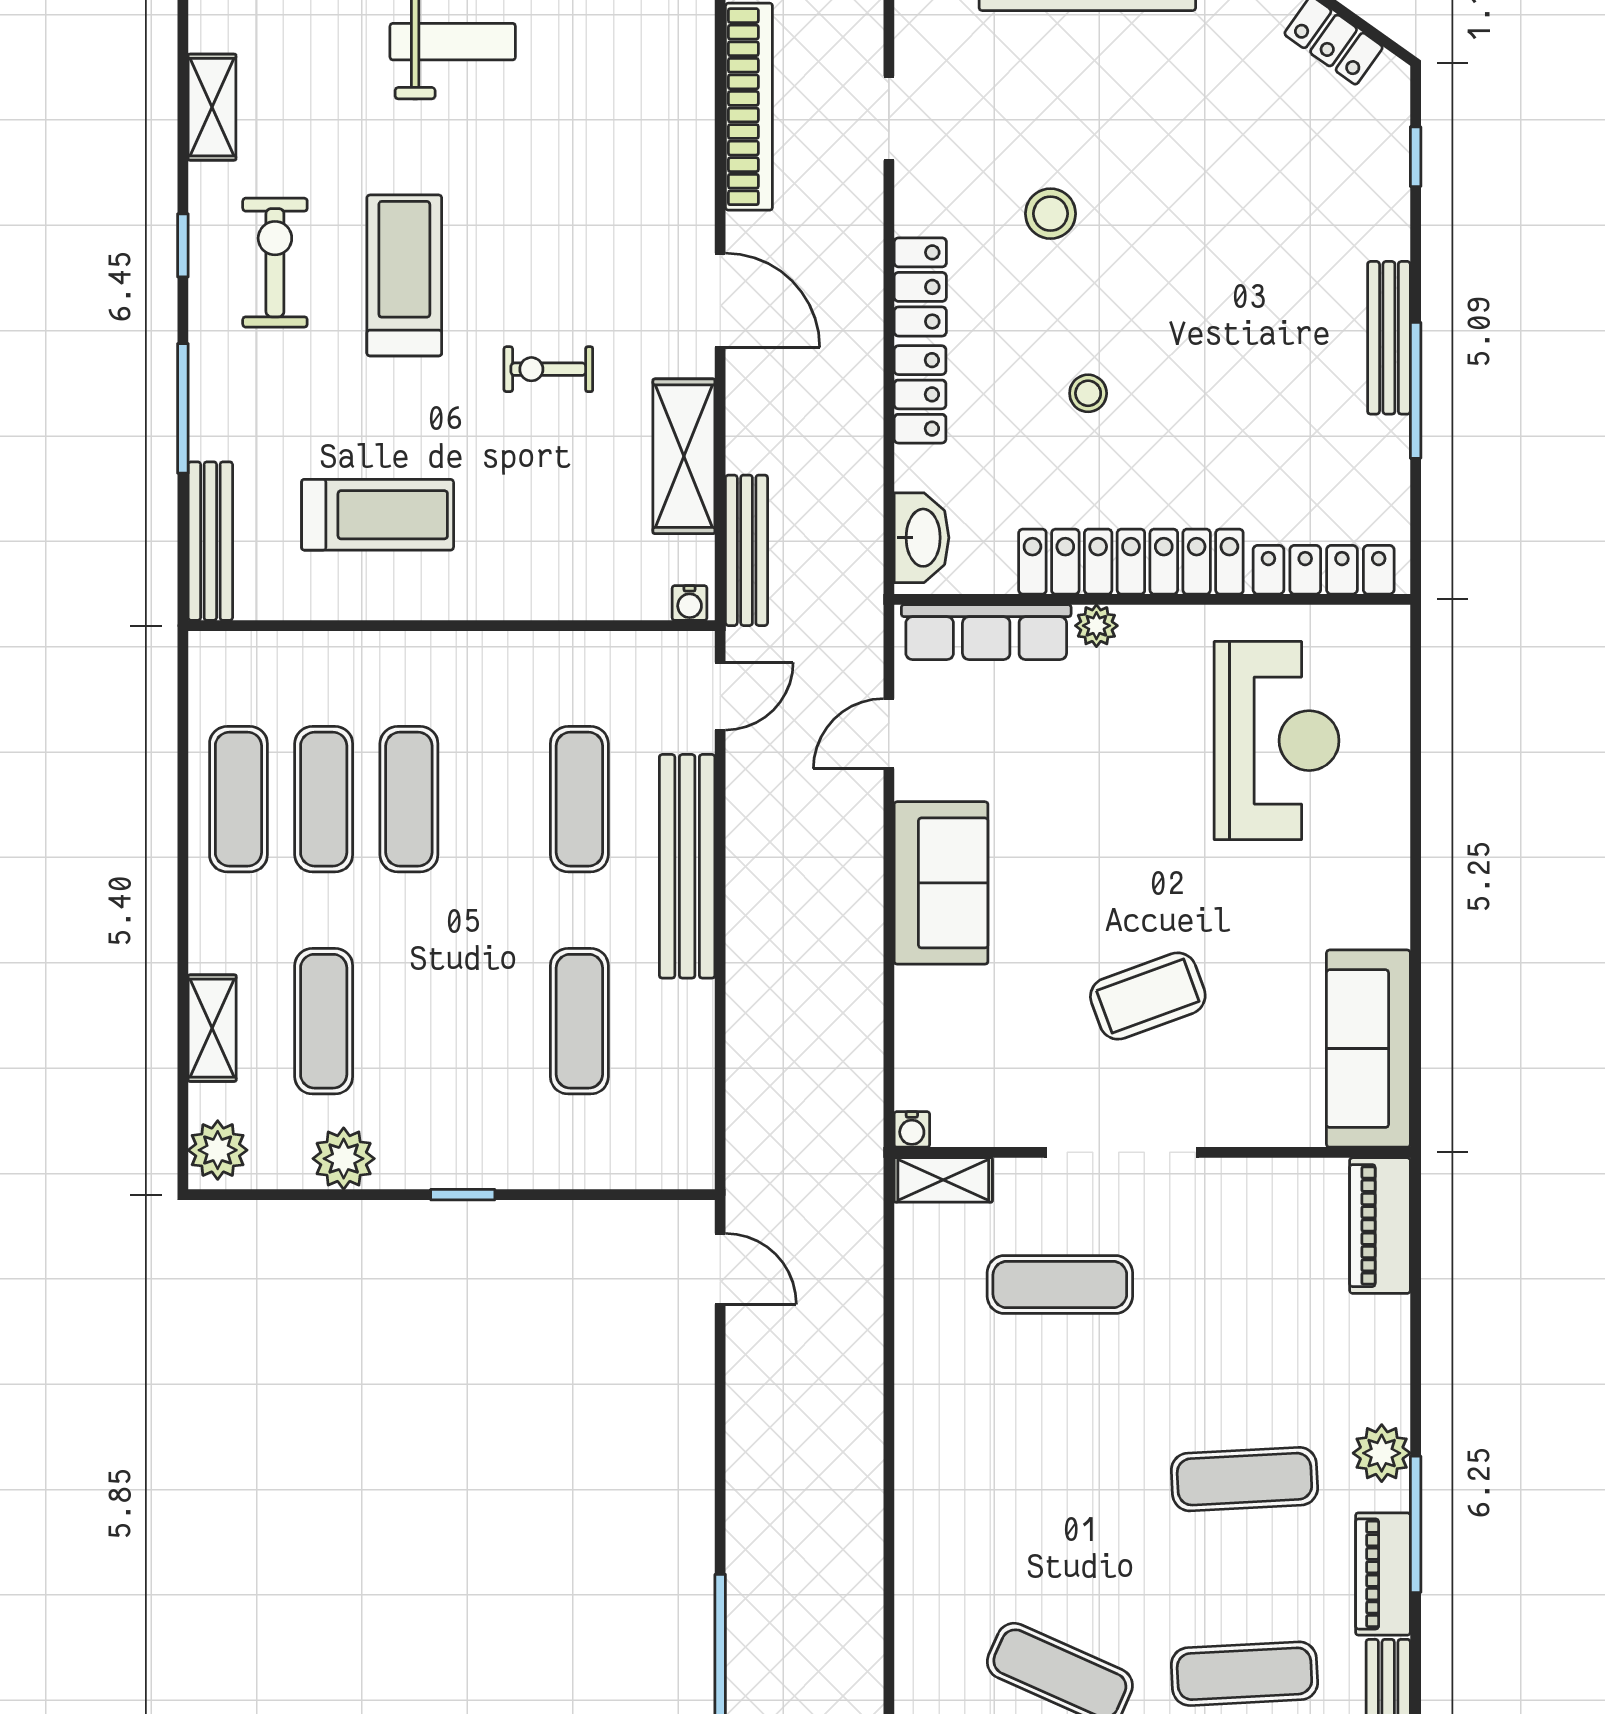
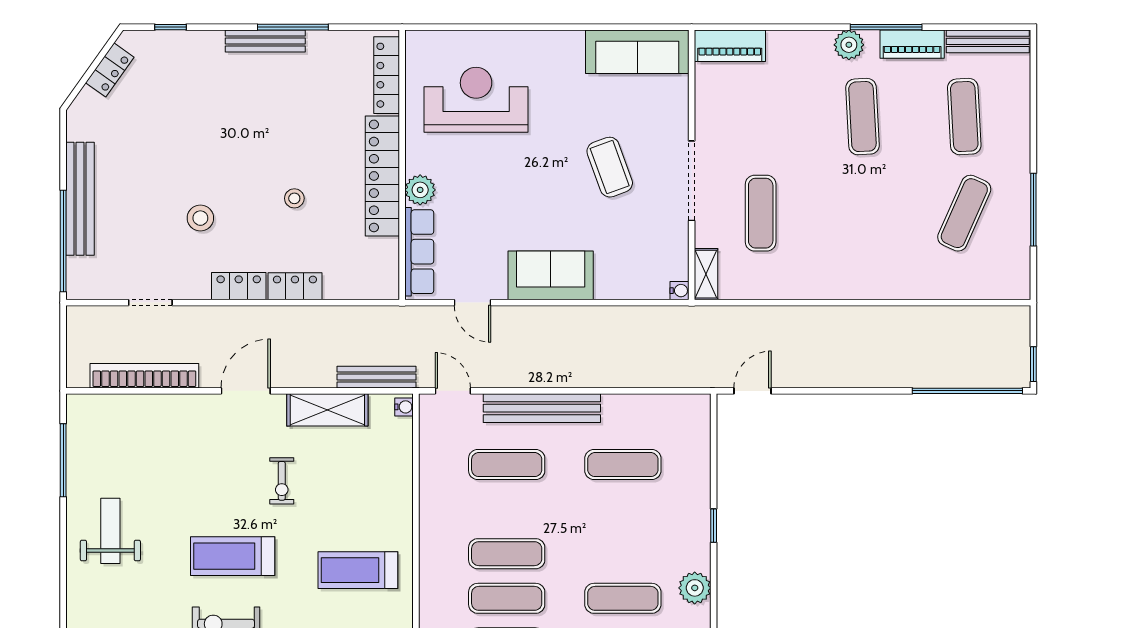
treadmill: (378, 515) -> (358, 570), turned -90
washbasin: (921, 538) -> (370, 286), removed
plant: (1096, 626) -> (420, 190), width x1.38, depth x1.38

